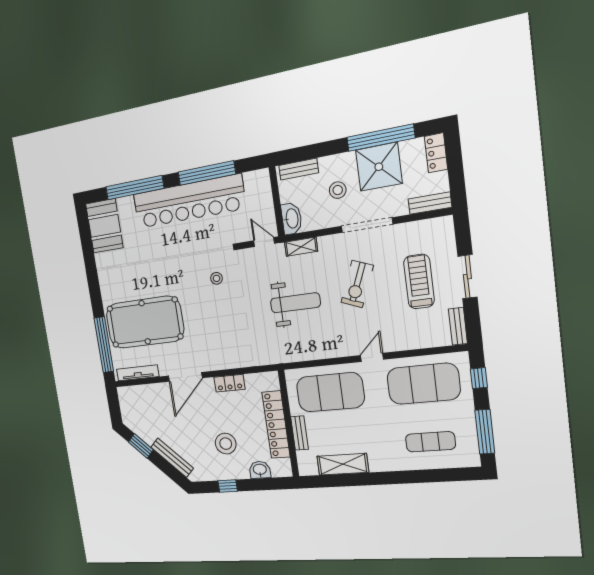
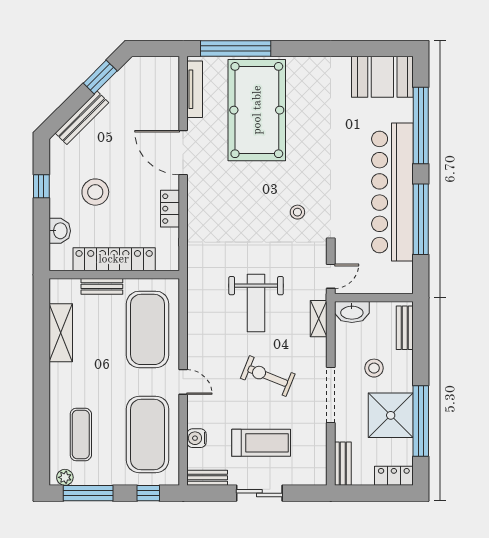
water cooler: (422, 340) -> (197, 438), added
plant: (472, 453) -> (65, 477), added

